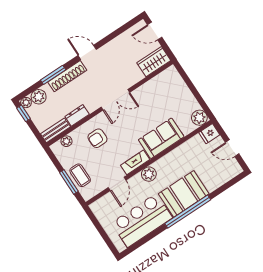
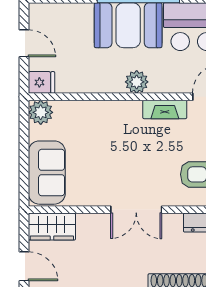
double door: (115, 100) -> (136, 210), swing flipped
sofa: (161, 138) -> (47, 173), moved, turned -90
plant: (149, 174) -> (137, 82), moved

